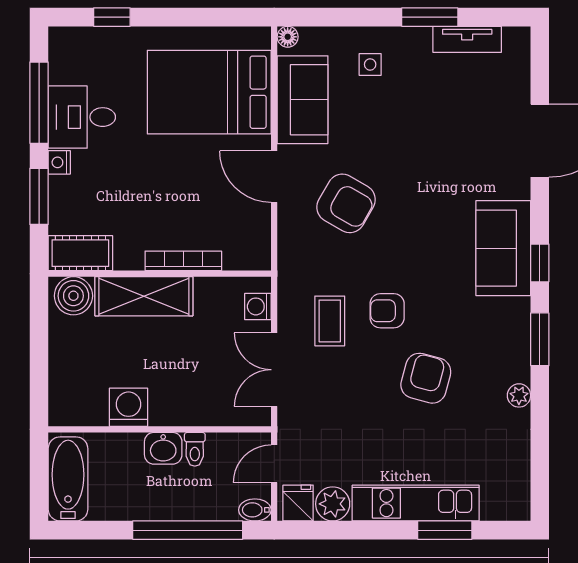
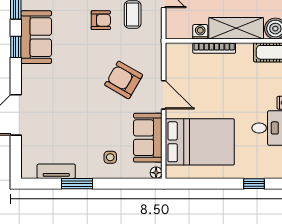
sofa: (503, 248) -> (36, 37), moved
washing machine: (258, 306) -> (200, 32), moved, turned -90

